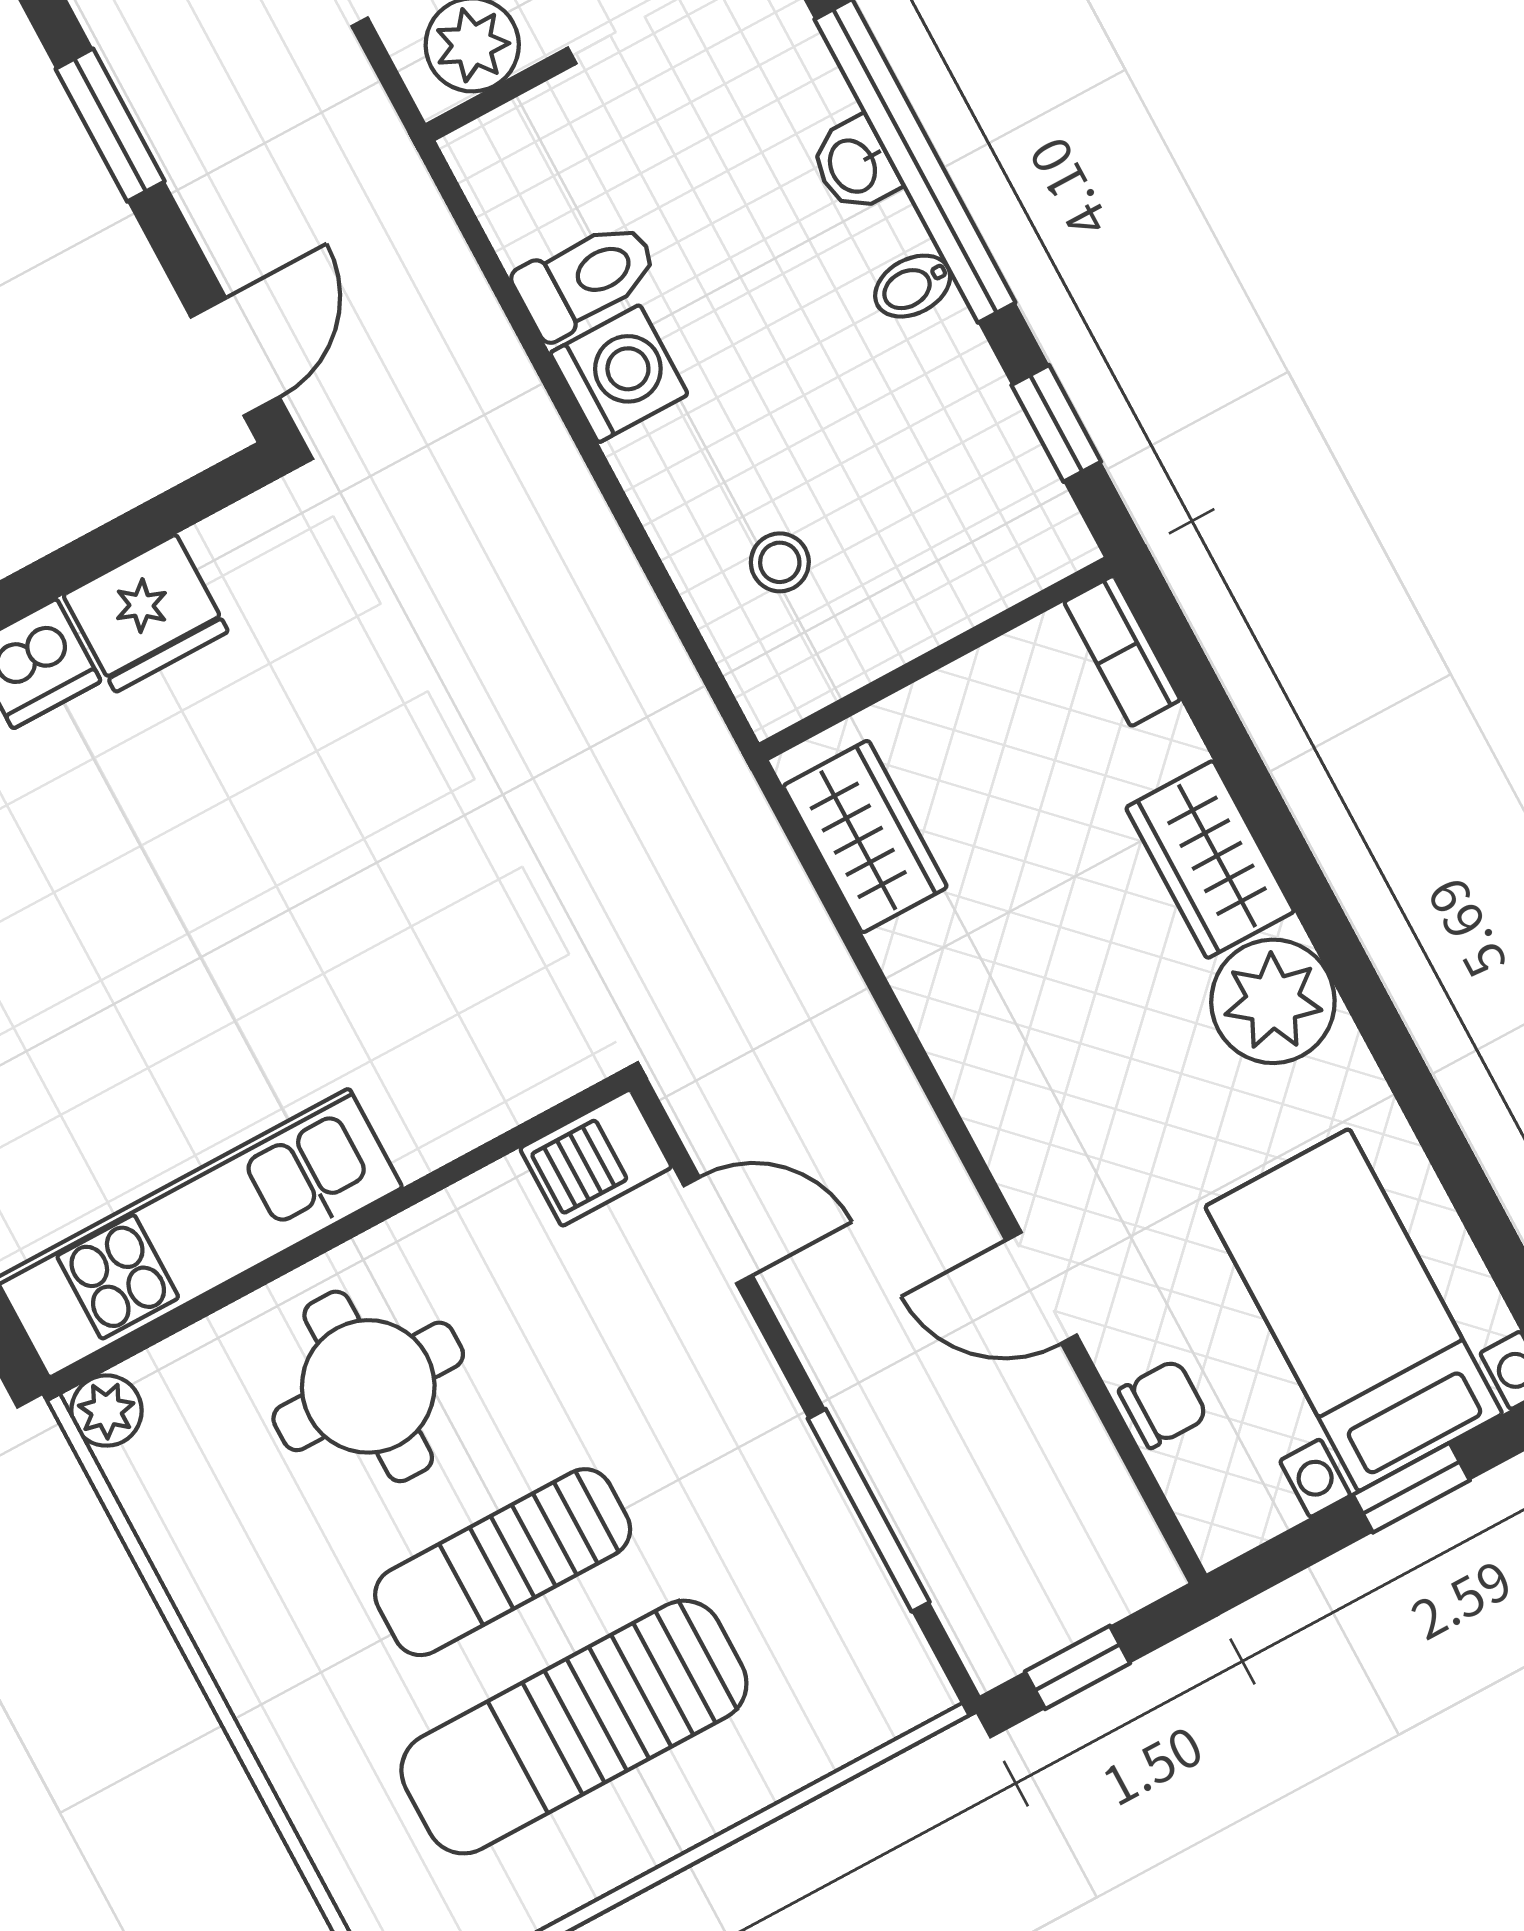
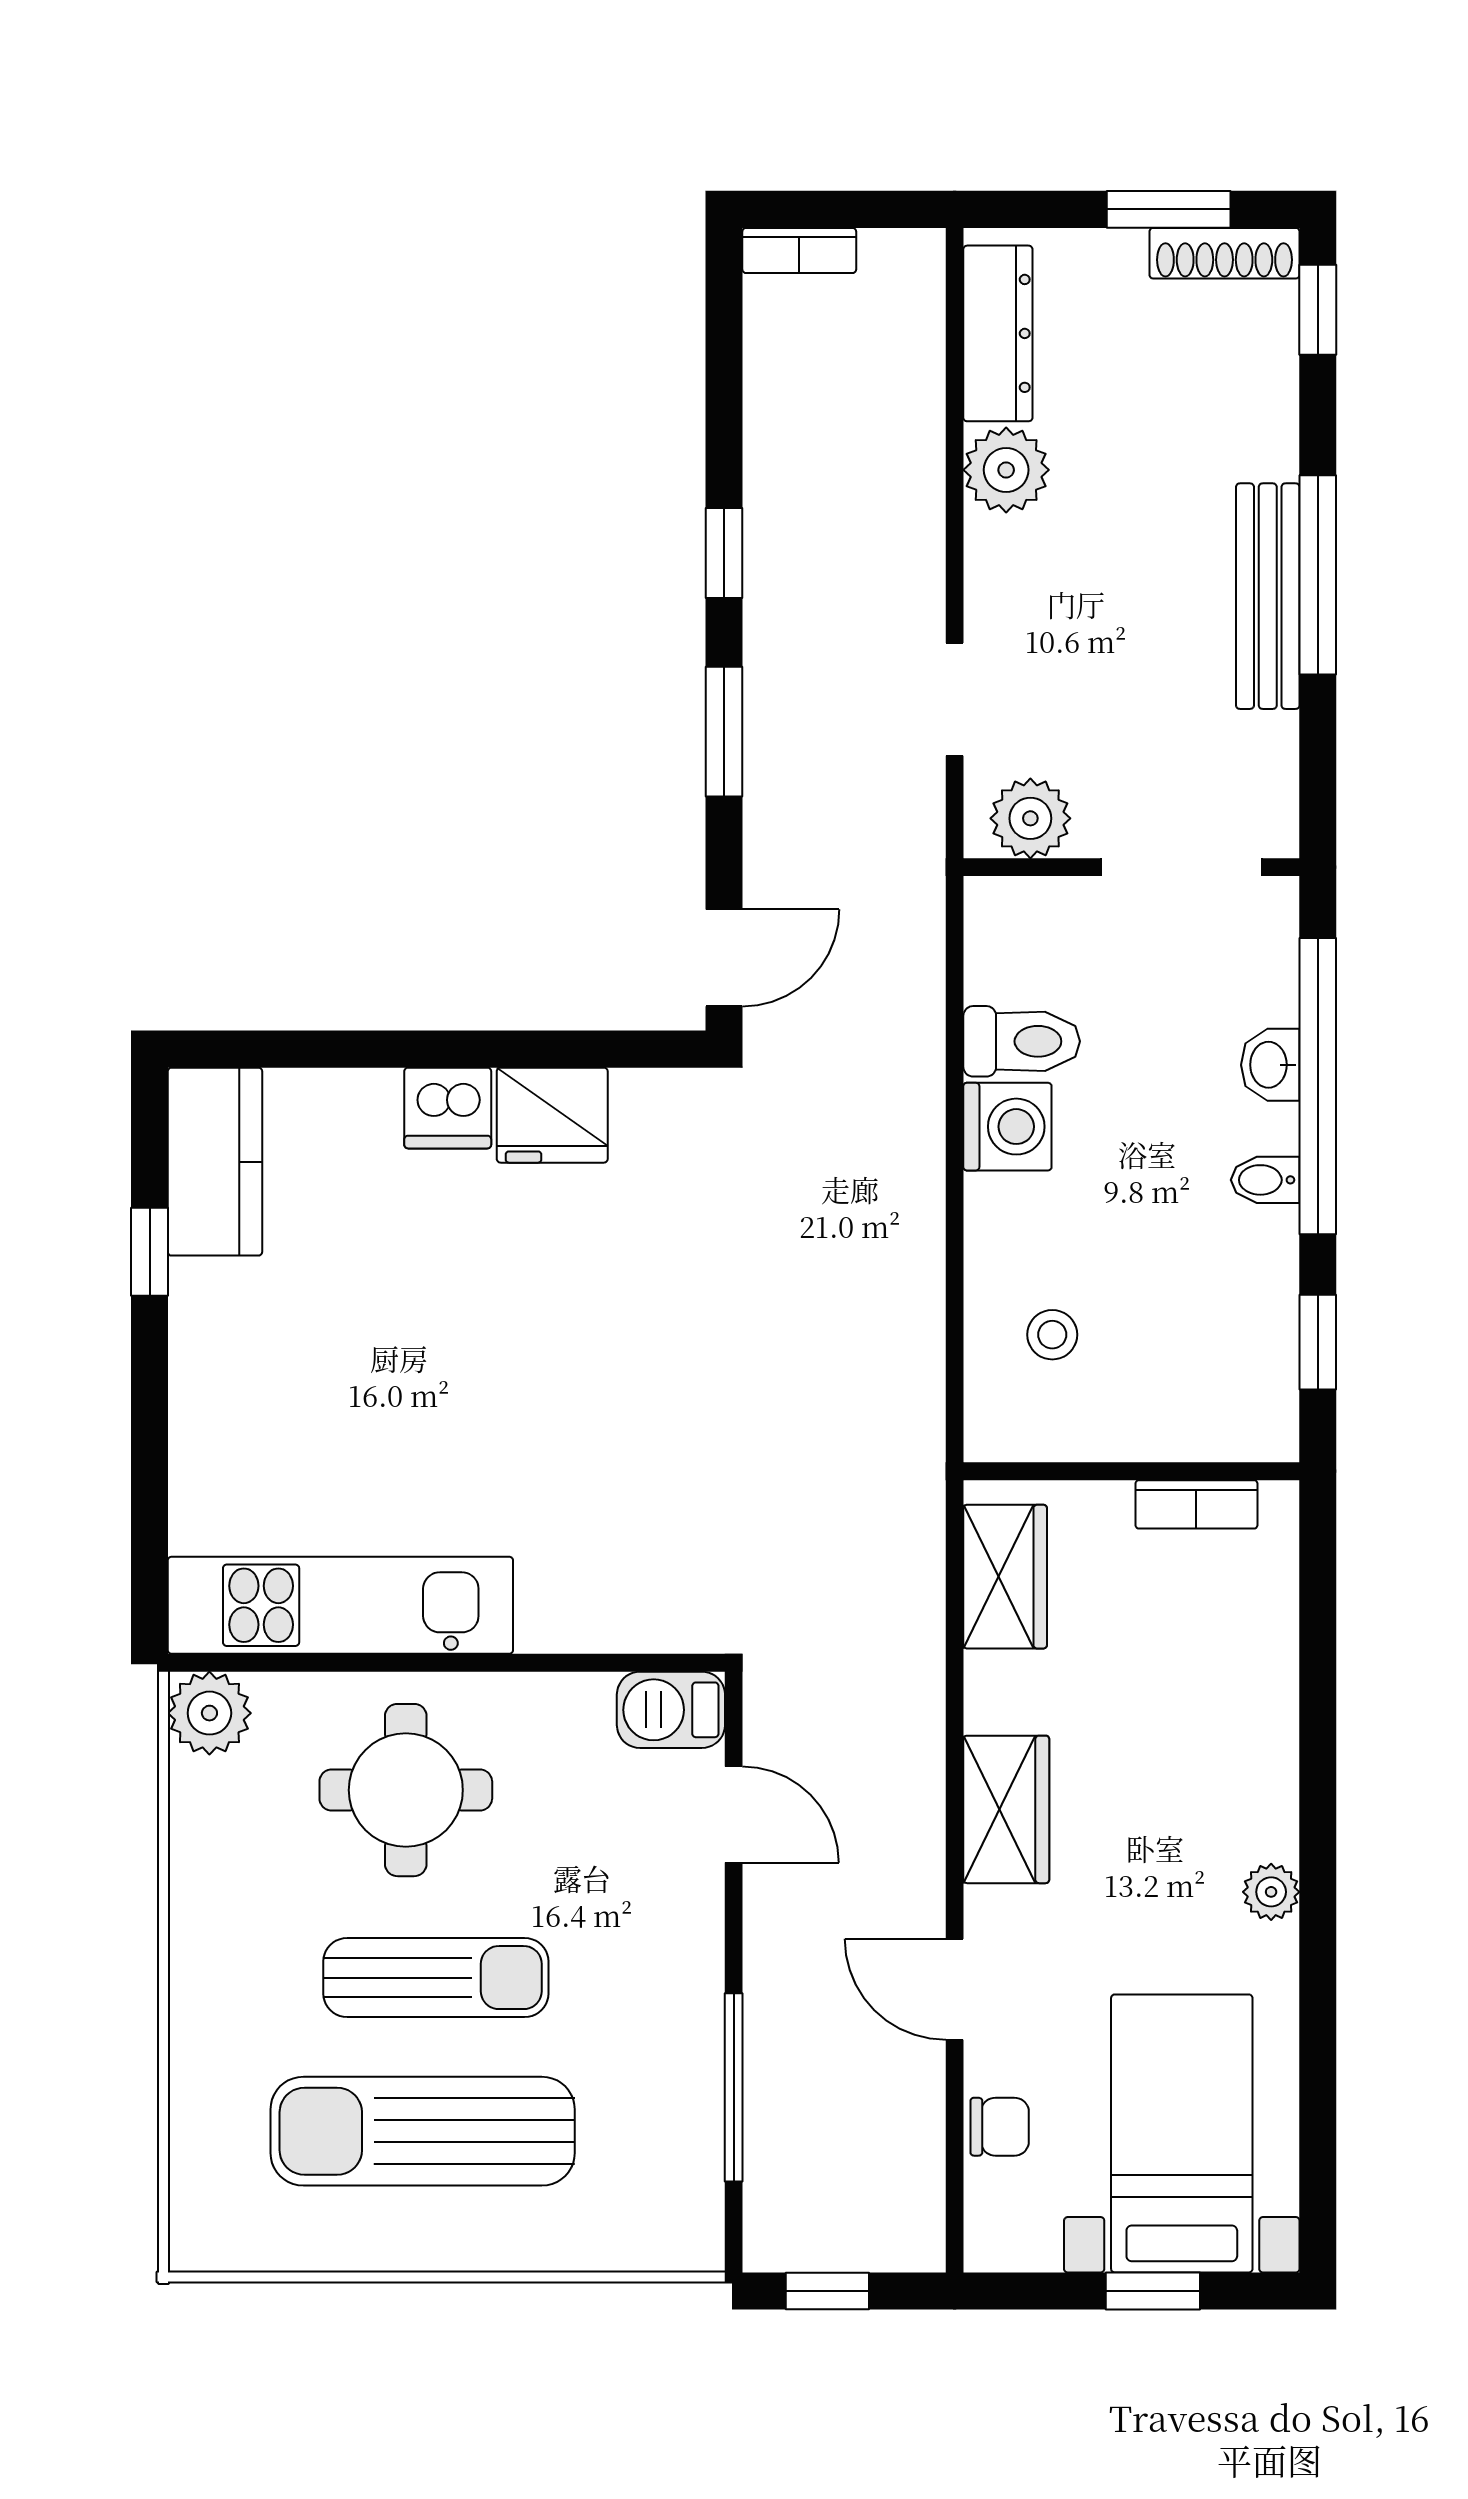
bookcase: (1122, 651) -> (1196, 1504), moved, turned -90
wardrobe: (1210, 860) -> (1006, 1809), moved, turned 180
plant: (1273, 1001) -> (1271, 1892), width x0.53, depth x0.53
plant: (106, 1411) -> (209, 1713), width x1.38, depth x1.38
sun lounger: (503, 1562) -> (436, 1978), turned 180

